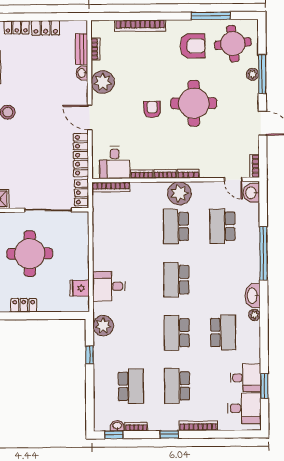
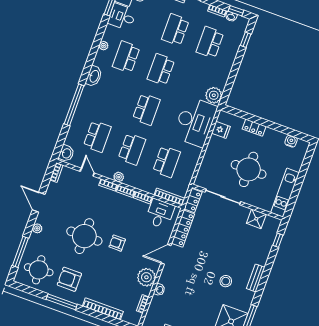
window: (211, 16) -> (62, 302), moved
bench: (82, 49) -> (153, 308), removed
plant: (253, 74) -> (37, 228), moved
window: (262, 74) -> (20, 252), moved
armchair: (152, 109) -> (117, 243), turned 90
door: (90, 118) -> (166, 254), swing flipped
door: (233, 180) -> (87, 172), moved
plant: (179, 193) -> (119, 177), width x0.53, depth x0.53
school desk: (130, 227) -> (167, 162), added
desk: (109, 286) -> (195, 122), width x1.87, depth x1.30
locker: (24, 305) -> (254, 128), moved
plant: (255, 315) -> (103, 46), moved
school desk: (177, 333) -> (161, 69), turned 180
window: (90, 355) -> (246, 40), moved
school desk: (177, 386) -> (175, 30), turned 180

